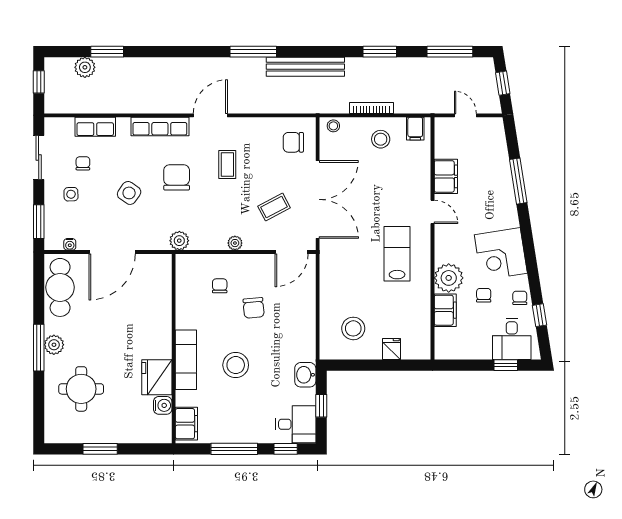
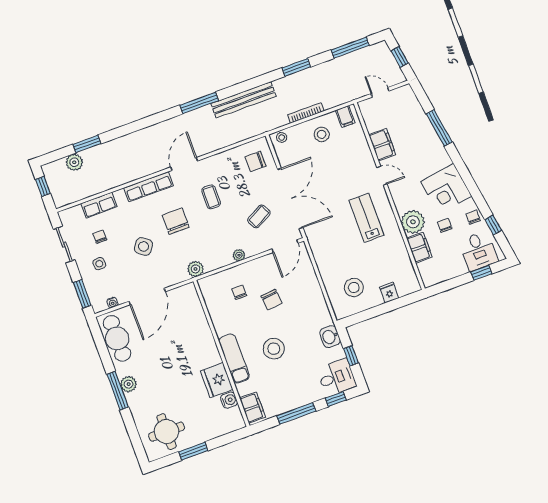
round table: (81, 389) -> (167, 432), moved

